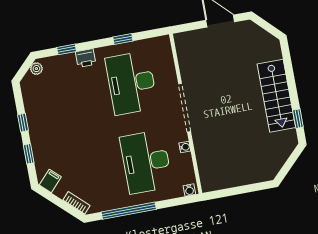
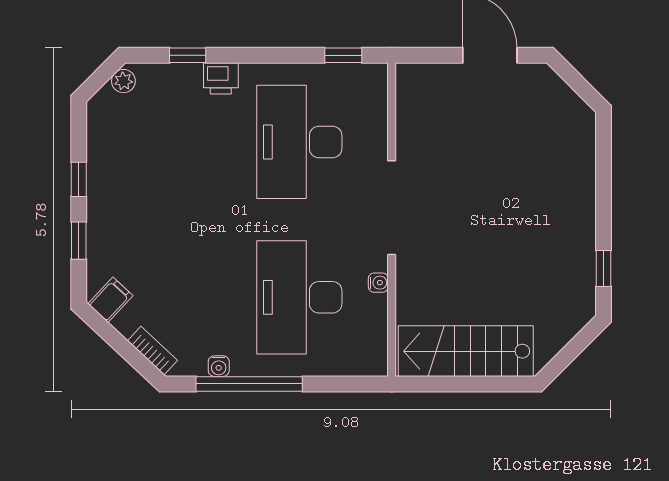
window: (123, 39) -> (343, 55), moved
stairs: (276, 96) -> (466, 351), moved, turned 90
water cooler: (189, 190) -> (219, 366), moved

